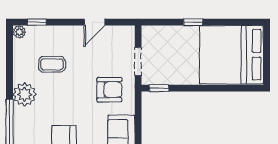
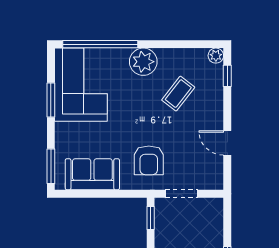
coffee table: (52, 64) -> (178, 94), turned 38

